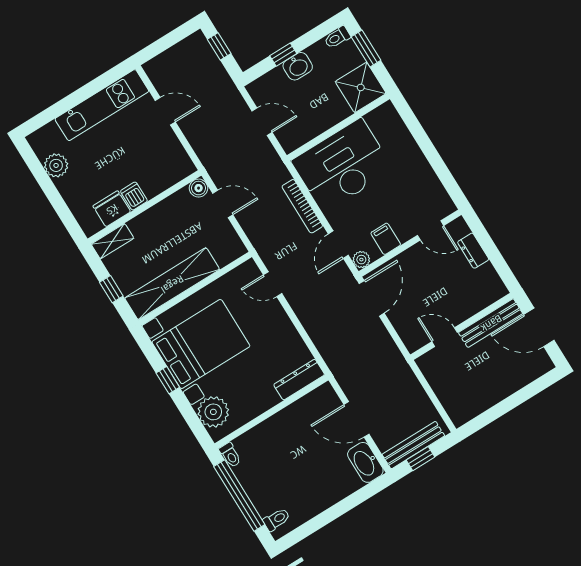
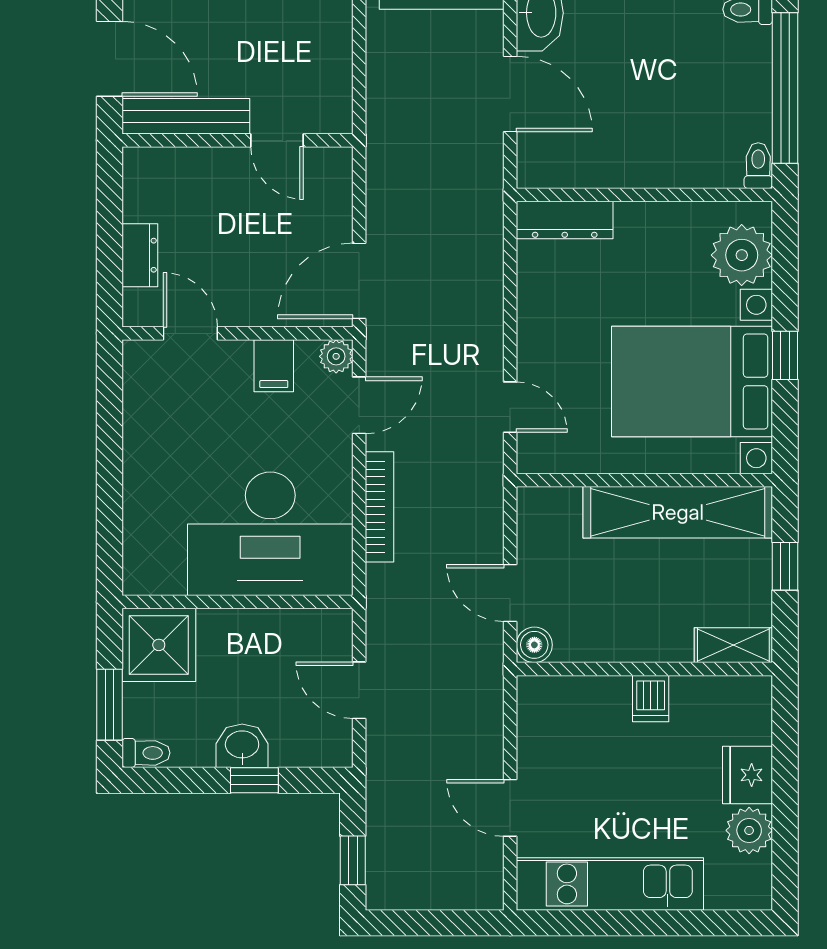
fridge: (112, 209) -> (748, 775), moved, turned 90

